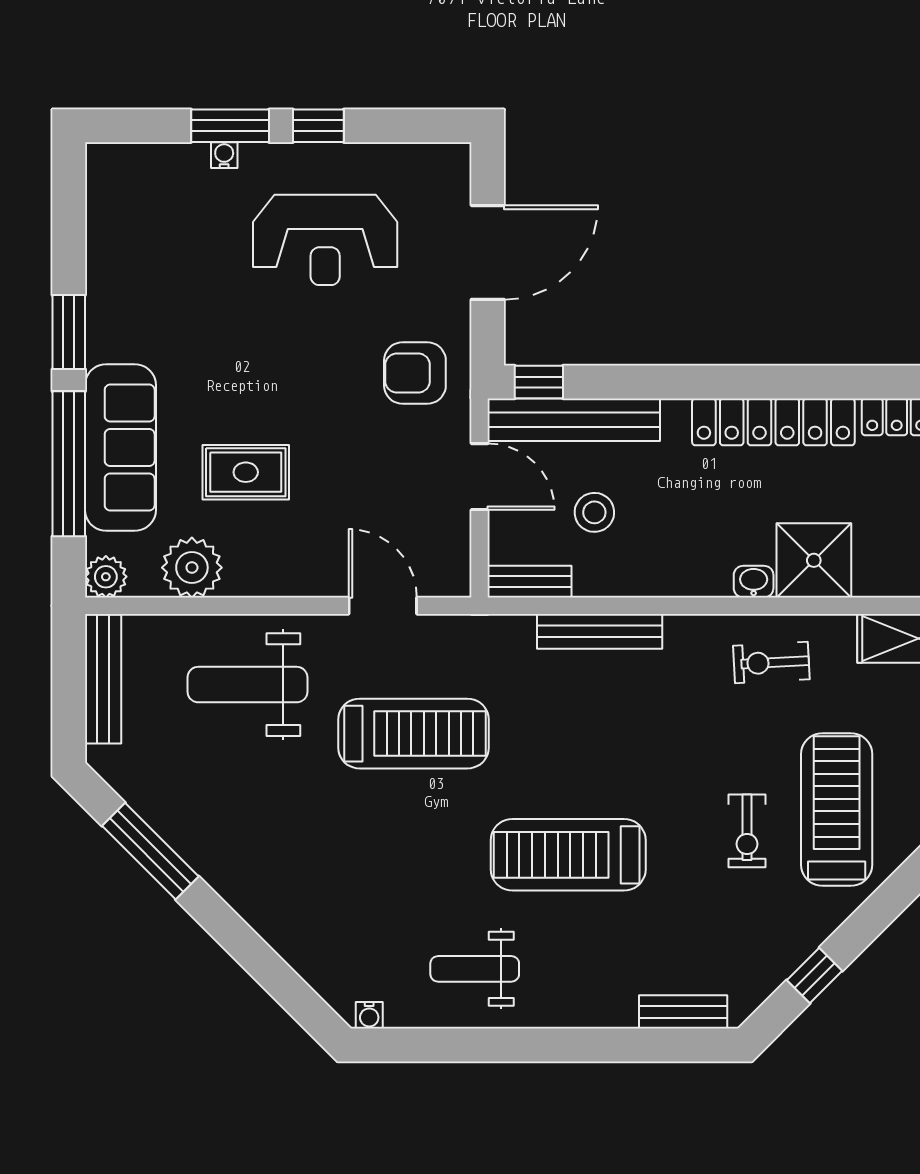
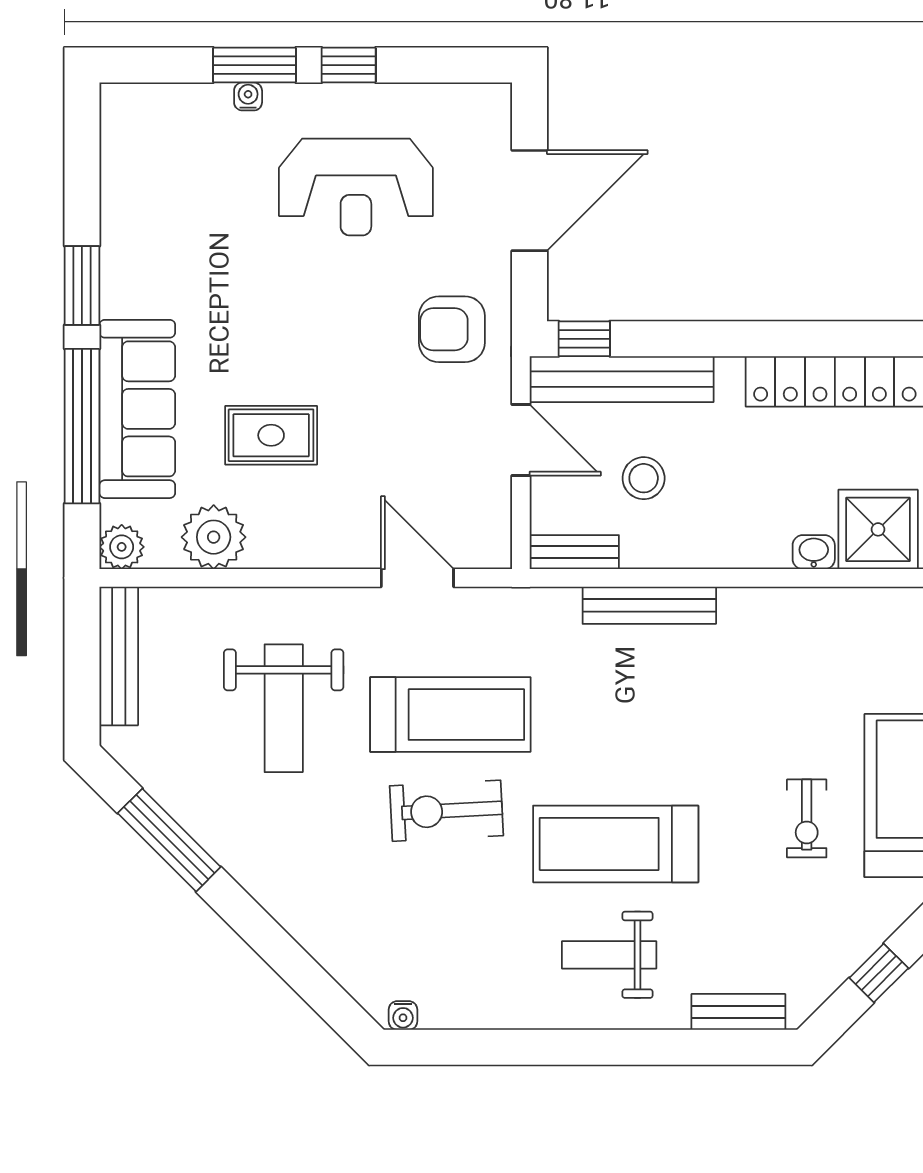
exercise bike: (771, 662) -> (447, 811), moved, width x1.38, depth x1.39
weight bench: (247, 685) -> (284, 708), moved, turned -90
weight bench: (475, 969) -> (609, 955), moved

